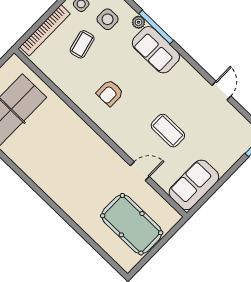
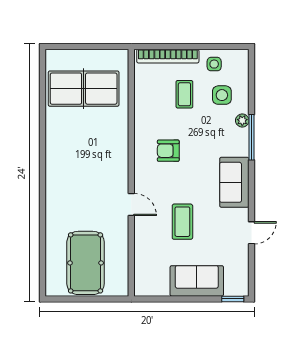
coffee table: (82, 44) -> (184, 94), turned -76
sofa: (156, 50) -> (234, 182), moved
door: (140, 171) -> (131, 205), moved
sofa: (194, 185) -> (197, 281), moved

